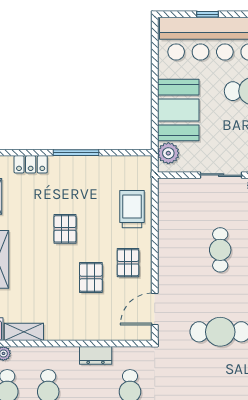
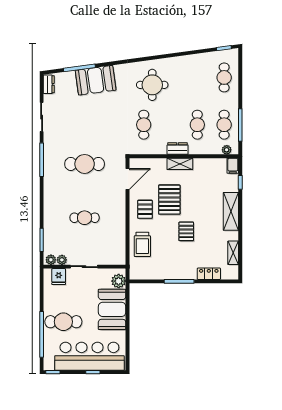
cafe table: (220, 250) -> (85, 218), turned 90
pallet: (91, 277) -> (169, 200), width x1.50, depth x1.42
shelving: (24, 332) -> (180, 164), moved
dresser: (96, 355) -> (178, 149), moved

